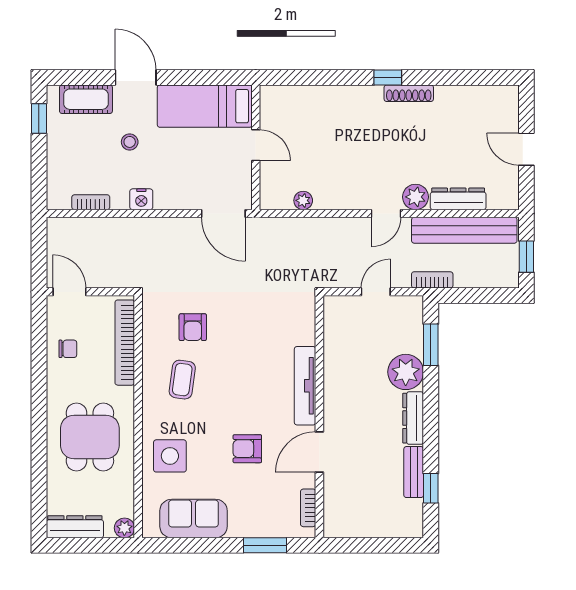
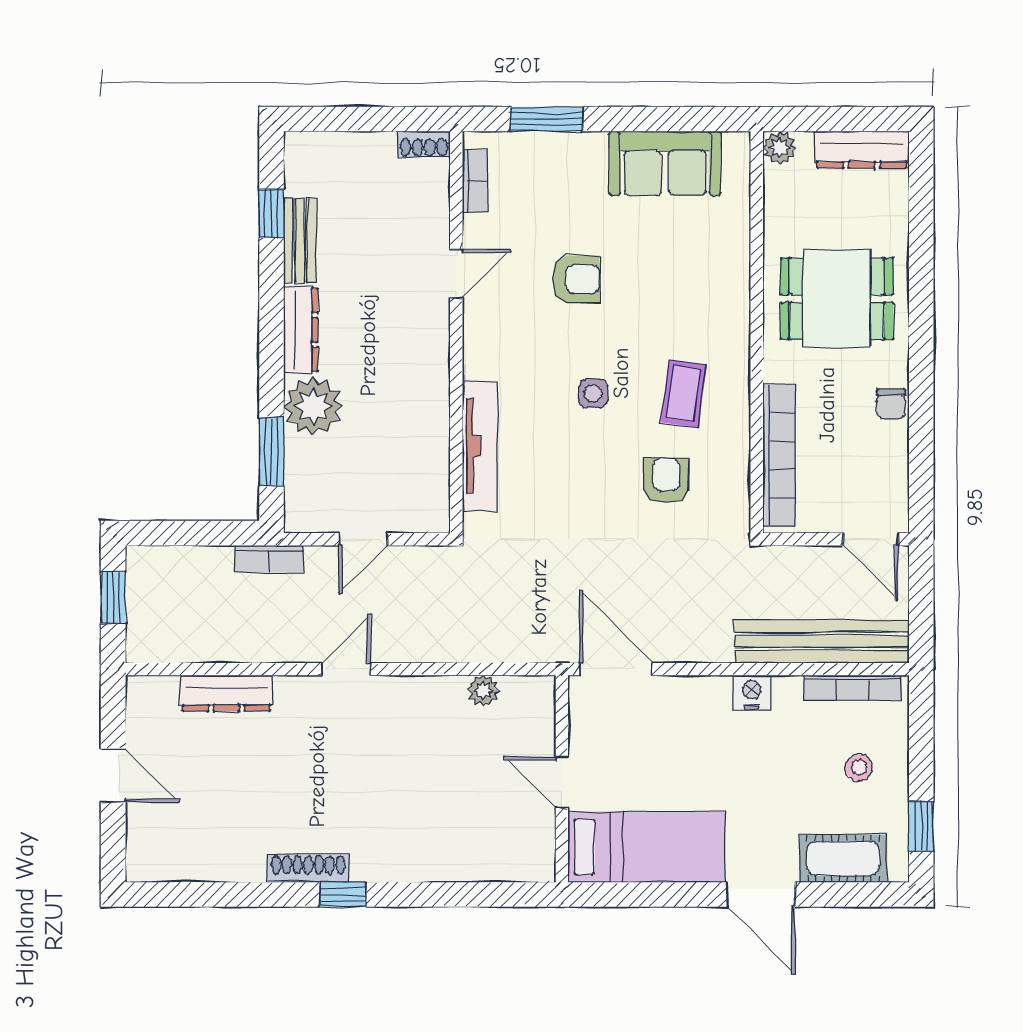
stool: (130, 142) -> (859, 767), moved
plant: (416, 197) -> (297, 697), removed
bookcase: (91, 202) -> (853, 688), width x1.56
bench: (464, 230) -> (822, 641), moved
chair: (68, 349) -> (891, 404), moved, turned -90
tv unit: (305, 386) -> (480, 446), moved
dining table: (90, 437) -> (837, 299), turned 90
door: (319, 452) -> (456, 274), width x0.73
side table: (170, 456) -> (593, 393), moved, width x0.54, depth x0.54
shoe rack: (339, 530) -> (424, 144), added

